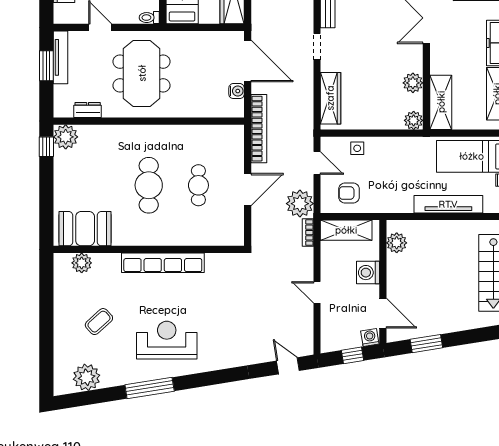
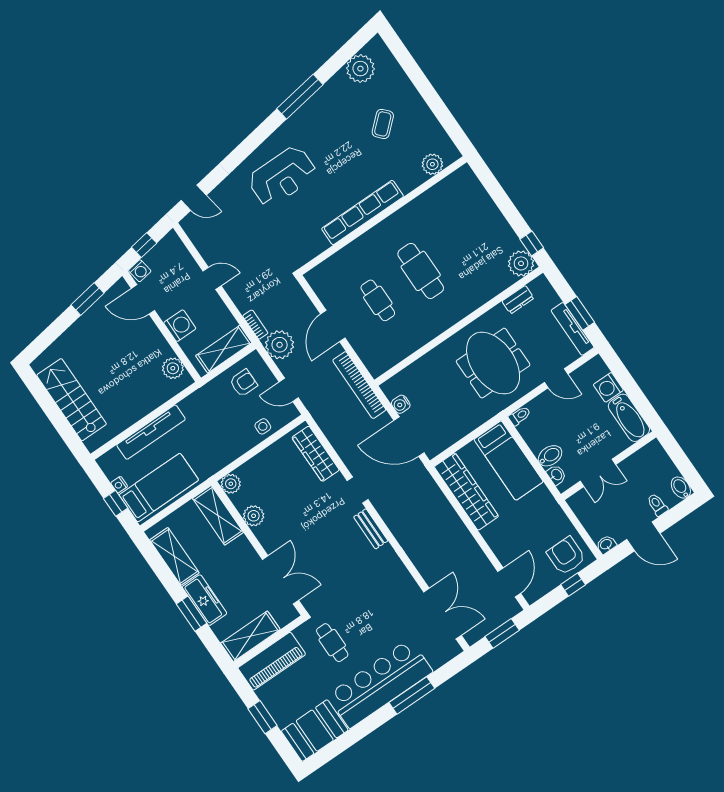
booth: (85, 229) -> (450, 196), removed
reception desk: (167, 340) -> (282, 176), moved

